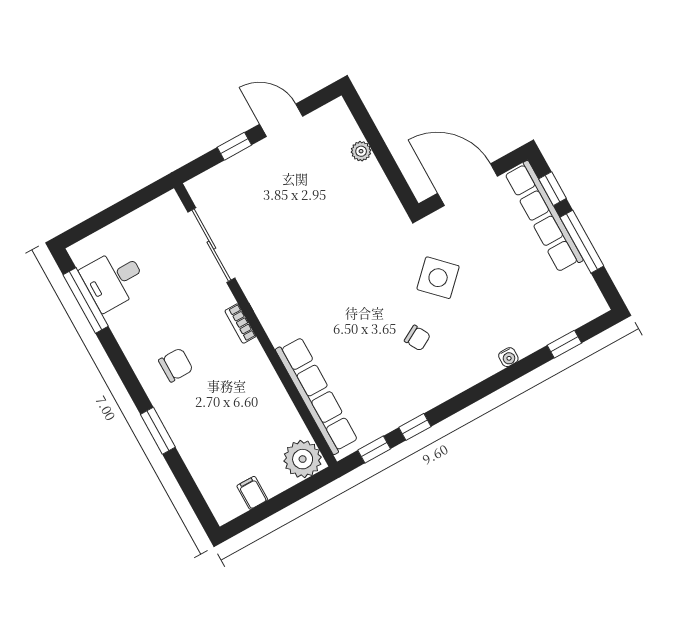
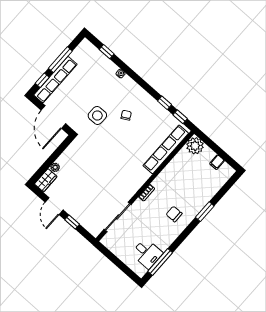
wardrobe: (341, 122) -> (46, 180), added
side table: (438, 278) -> (97, 115), turned 45

